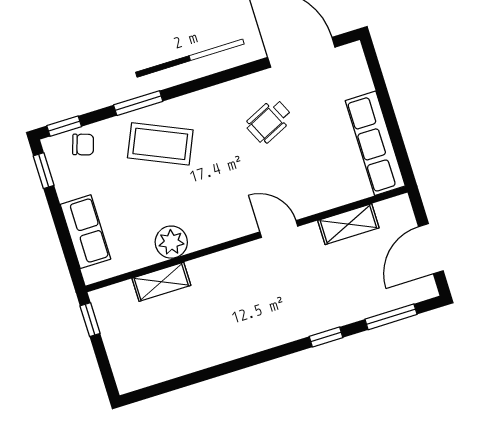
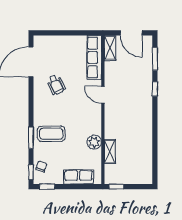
row of seats: (375, 143) -> (94, 57), moved, turned 90
coffee table: (160, 144) -> (51, 134), turned 66
shelving: (348, 224) -> (110, 48), moved
door: (279, 229) -> (103, 95), hinge flipped

